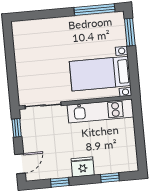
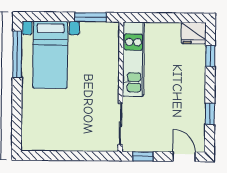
window: (130, 32) -> (91, 17), moved
bed with nightstands: (100, 74) -> (50, 55), moved
fridge: (83, 167) -> (194, 33), moved, turned -90

